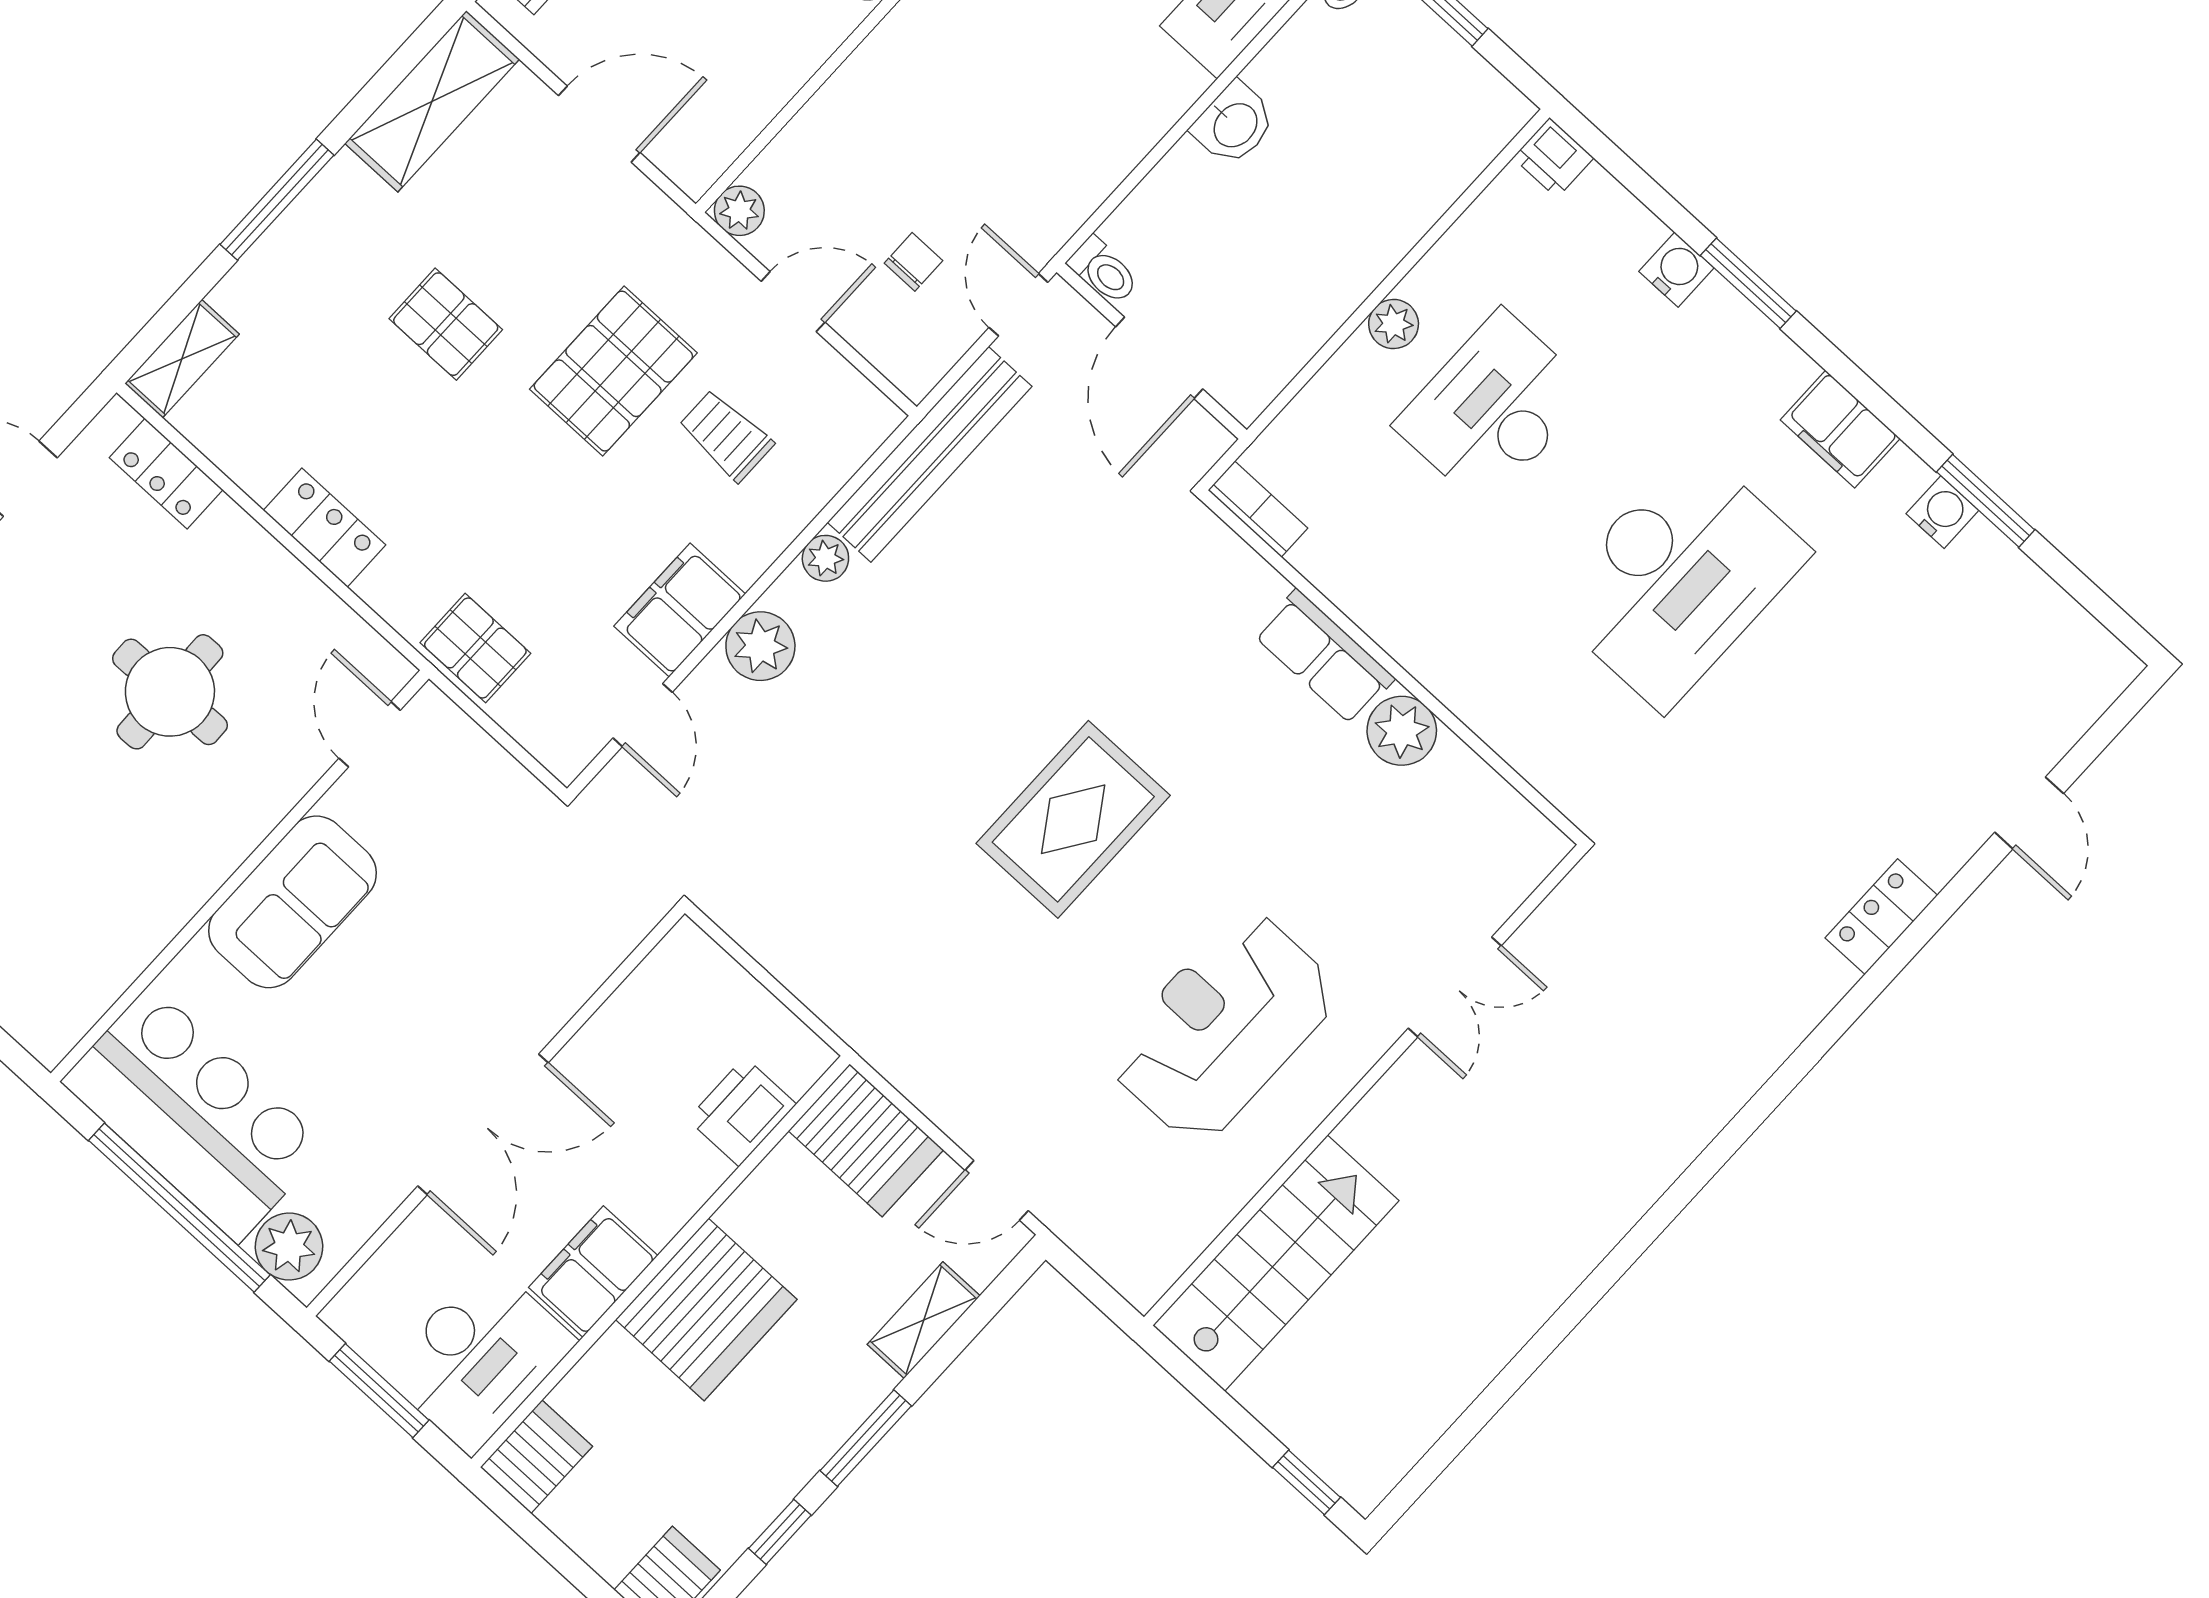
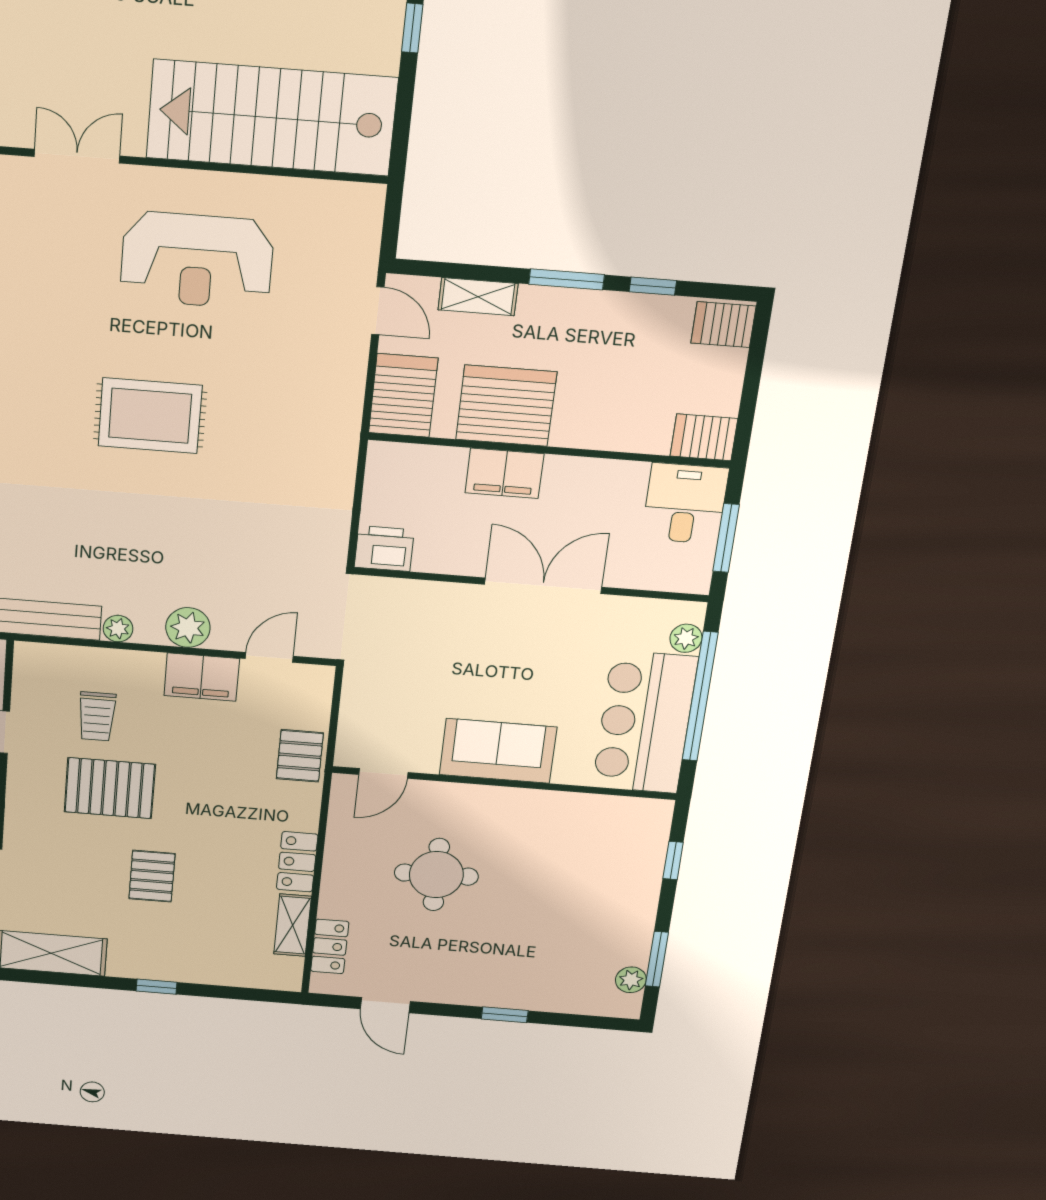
window: (277, 200) -> (157, 987), width x0.46
shelving: (182, 359) -> (293, 925), moved, turned 90
printer: (742, 1112) -> (384, 549), moved, turned 180
plant: (289, 1247) -> (686, 638), width x0.73, depth x0.73
stairs: (1276, 1263) -> (272, 118), width x1.36, depth x1.51
filing cabinet: (593, 1271) -> (504, 473), moved
server rack: (706, 1310) -> (506, 406), moved
desk: (479, 1357) -> (685, 503), width x0.73

